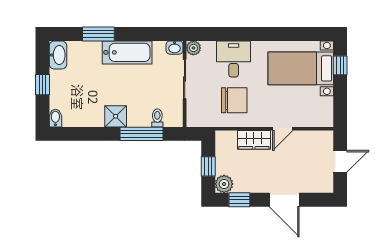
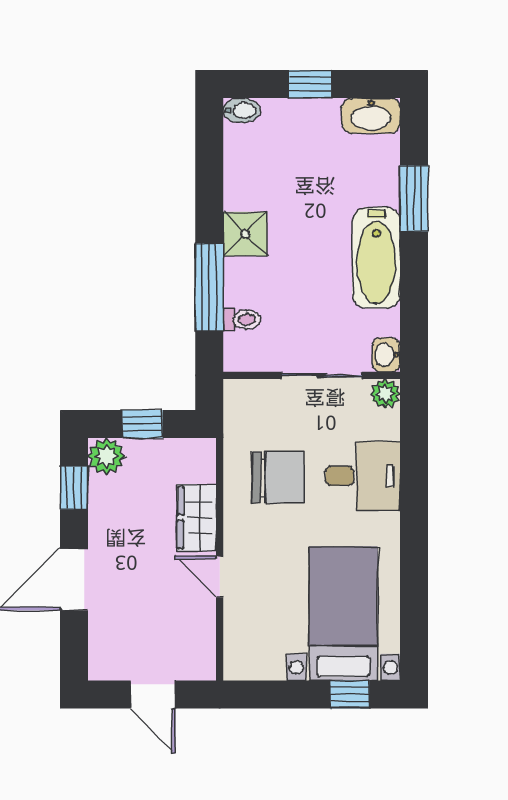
chair: (234, 100) -> (278, 477), turned -90

